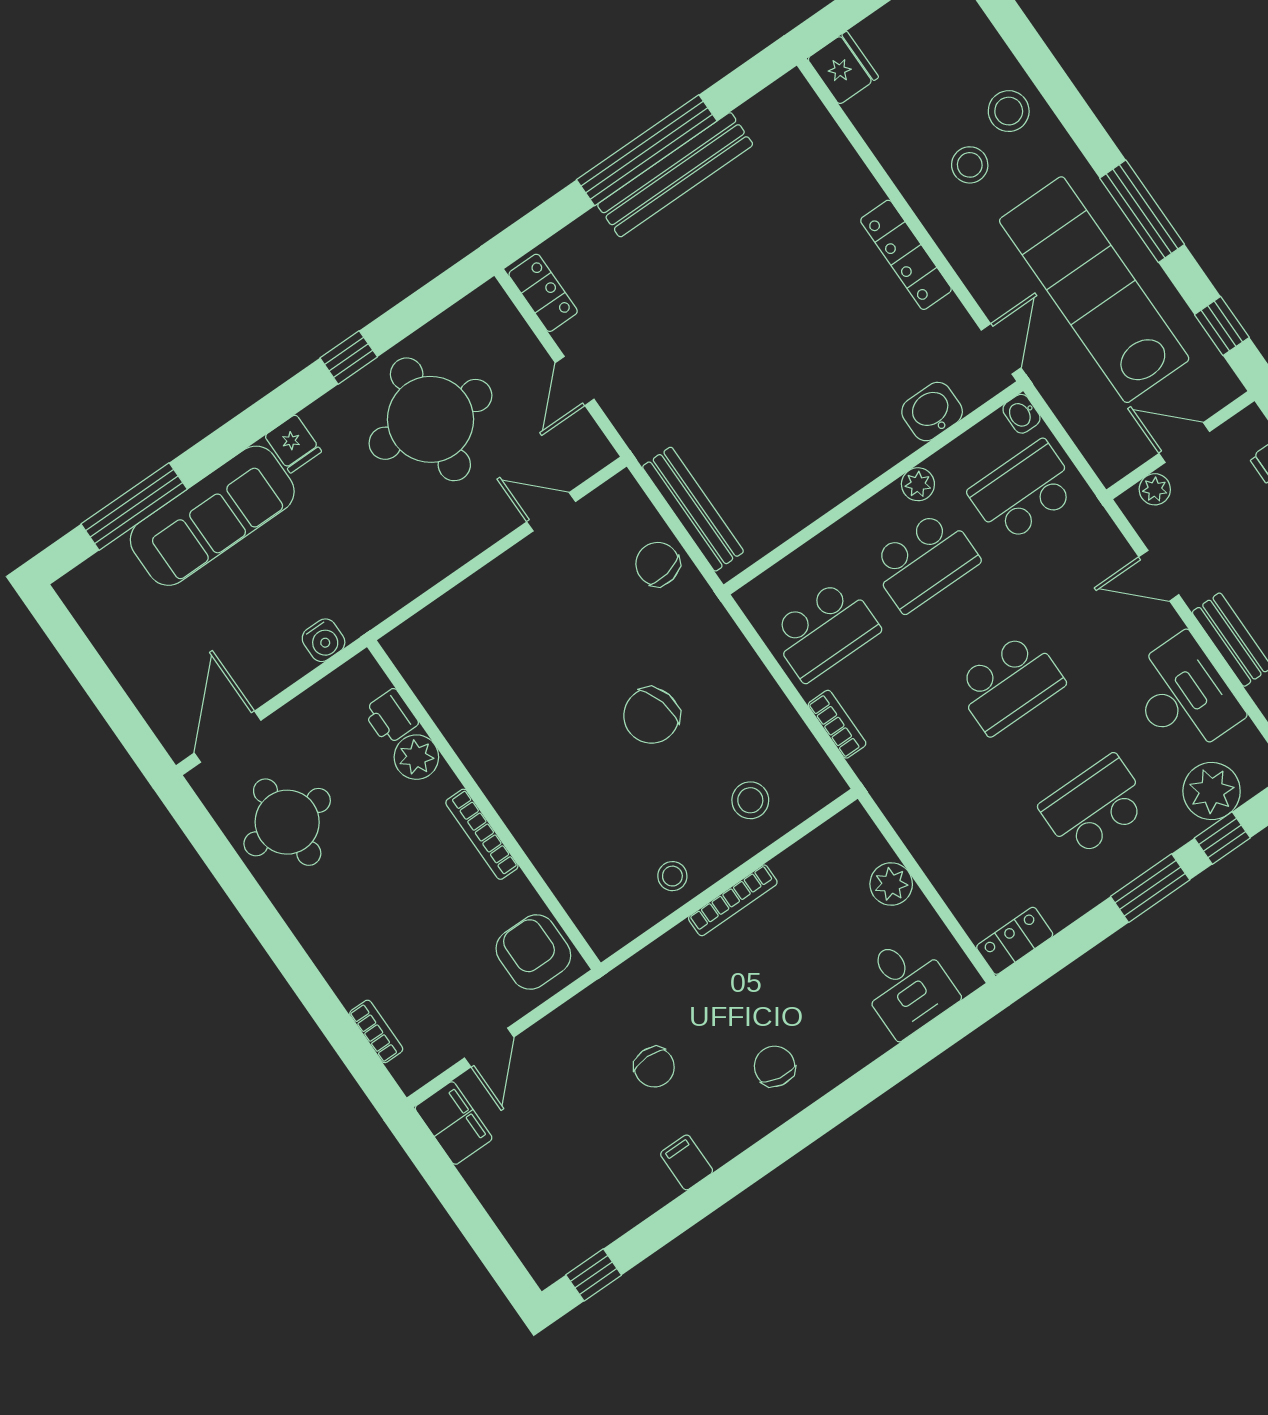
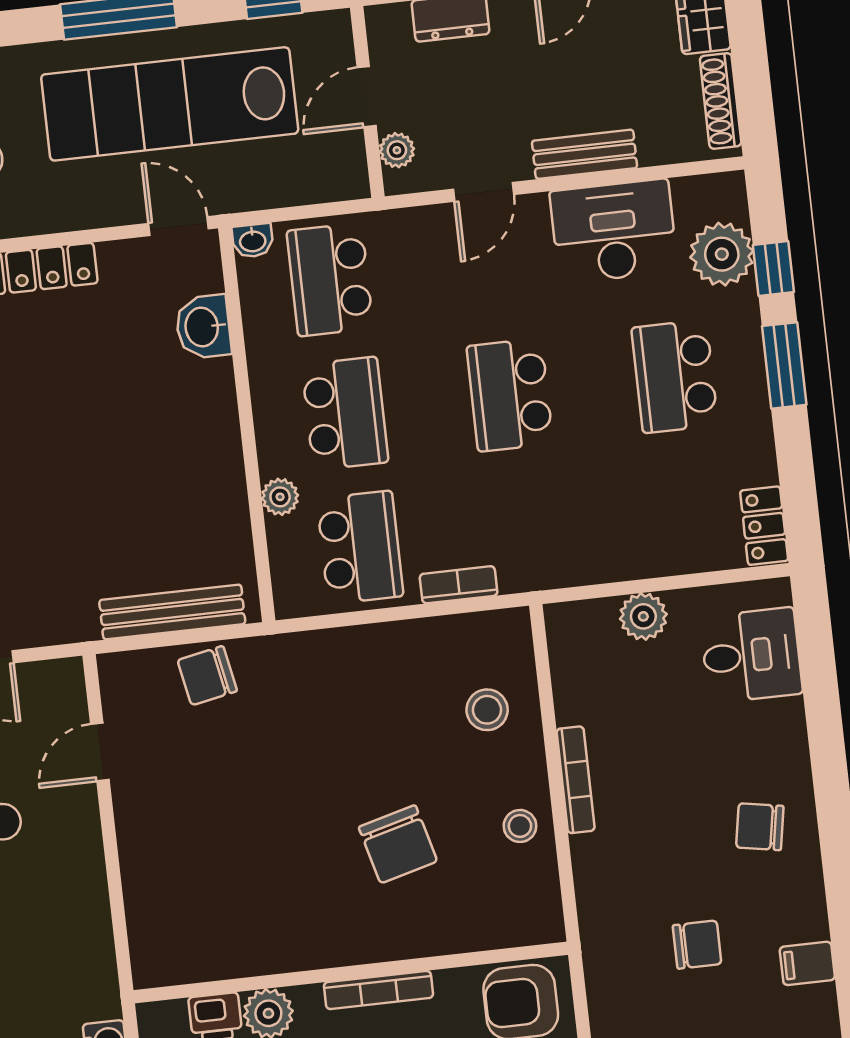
plant: (918, 484) -> (280, 497), moved
school desk: (1009, 684) -> (510, 395), turned 180
chair: (651, 716) -> (398, 844), moved

